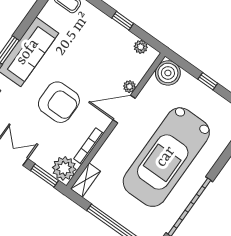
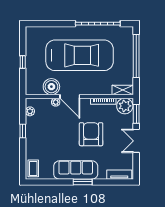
boiler: (168, 73) -> (51, 87), moved

